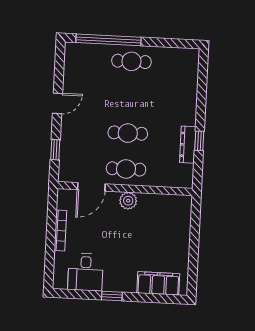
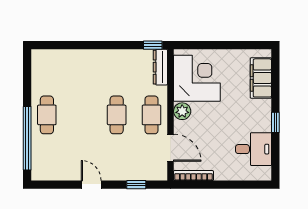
window: (199, 141) -> (153, 45), moved
dresser: (188, 145) -> (160, 67), moved, turned 90
corner desk: (161, 218) -> (197, 78), added
bookcase: (60, 231) -> (193, 176), moved

